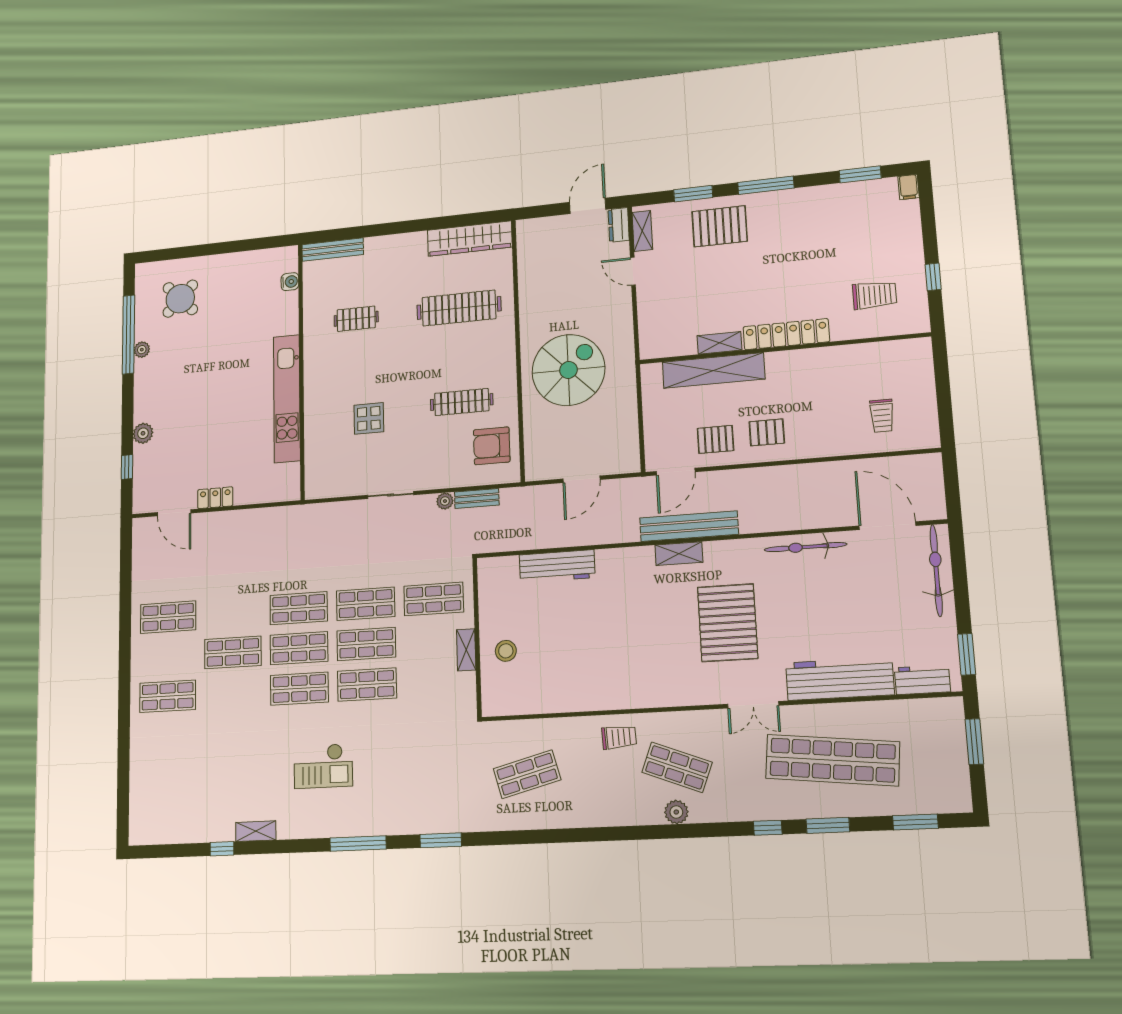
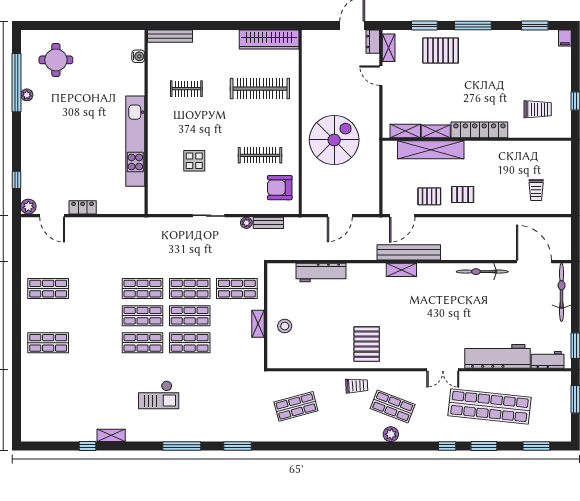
round table: (180, 299) -> (56, 60), turned 45
shelving: (673, 347) -> (405, 131), added
plant: (143, 433) -> (28, 207), moved
pallet: (728, 623) -> (367, 344), moved, width x0.73, depth x0.71
shop shelf: (233, 652) -> (95, 316), removed

